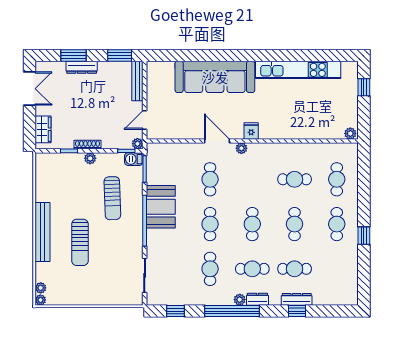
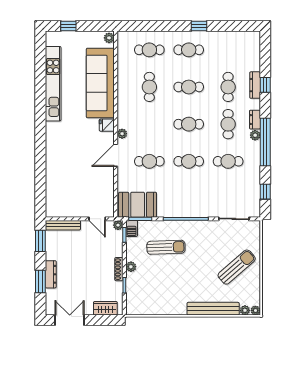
sofa: (215, 77) -> (100, 83), moved, turned 180
booth: (161, 207) -> (138, 205), moved
bench: (42, 232) -> (213, 309), moved
sun lounger: (80, 242) -> (237, 267), moved, turned -41

